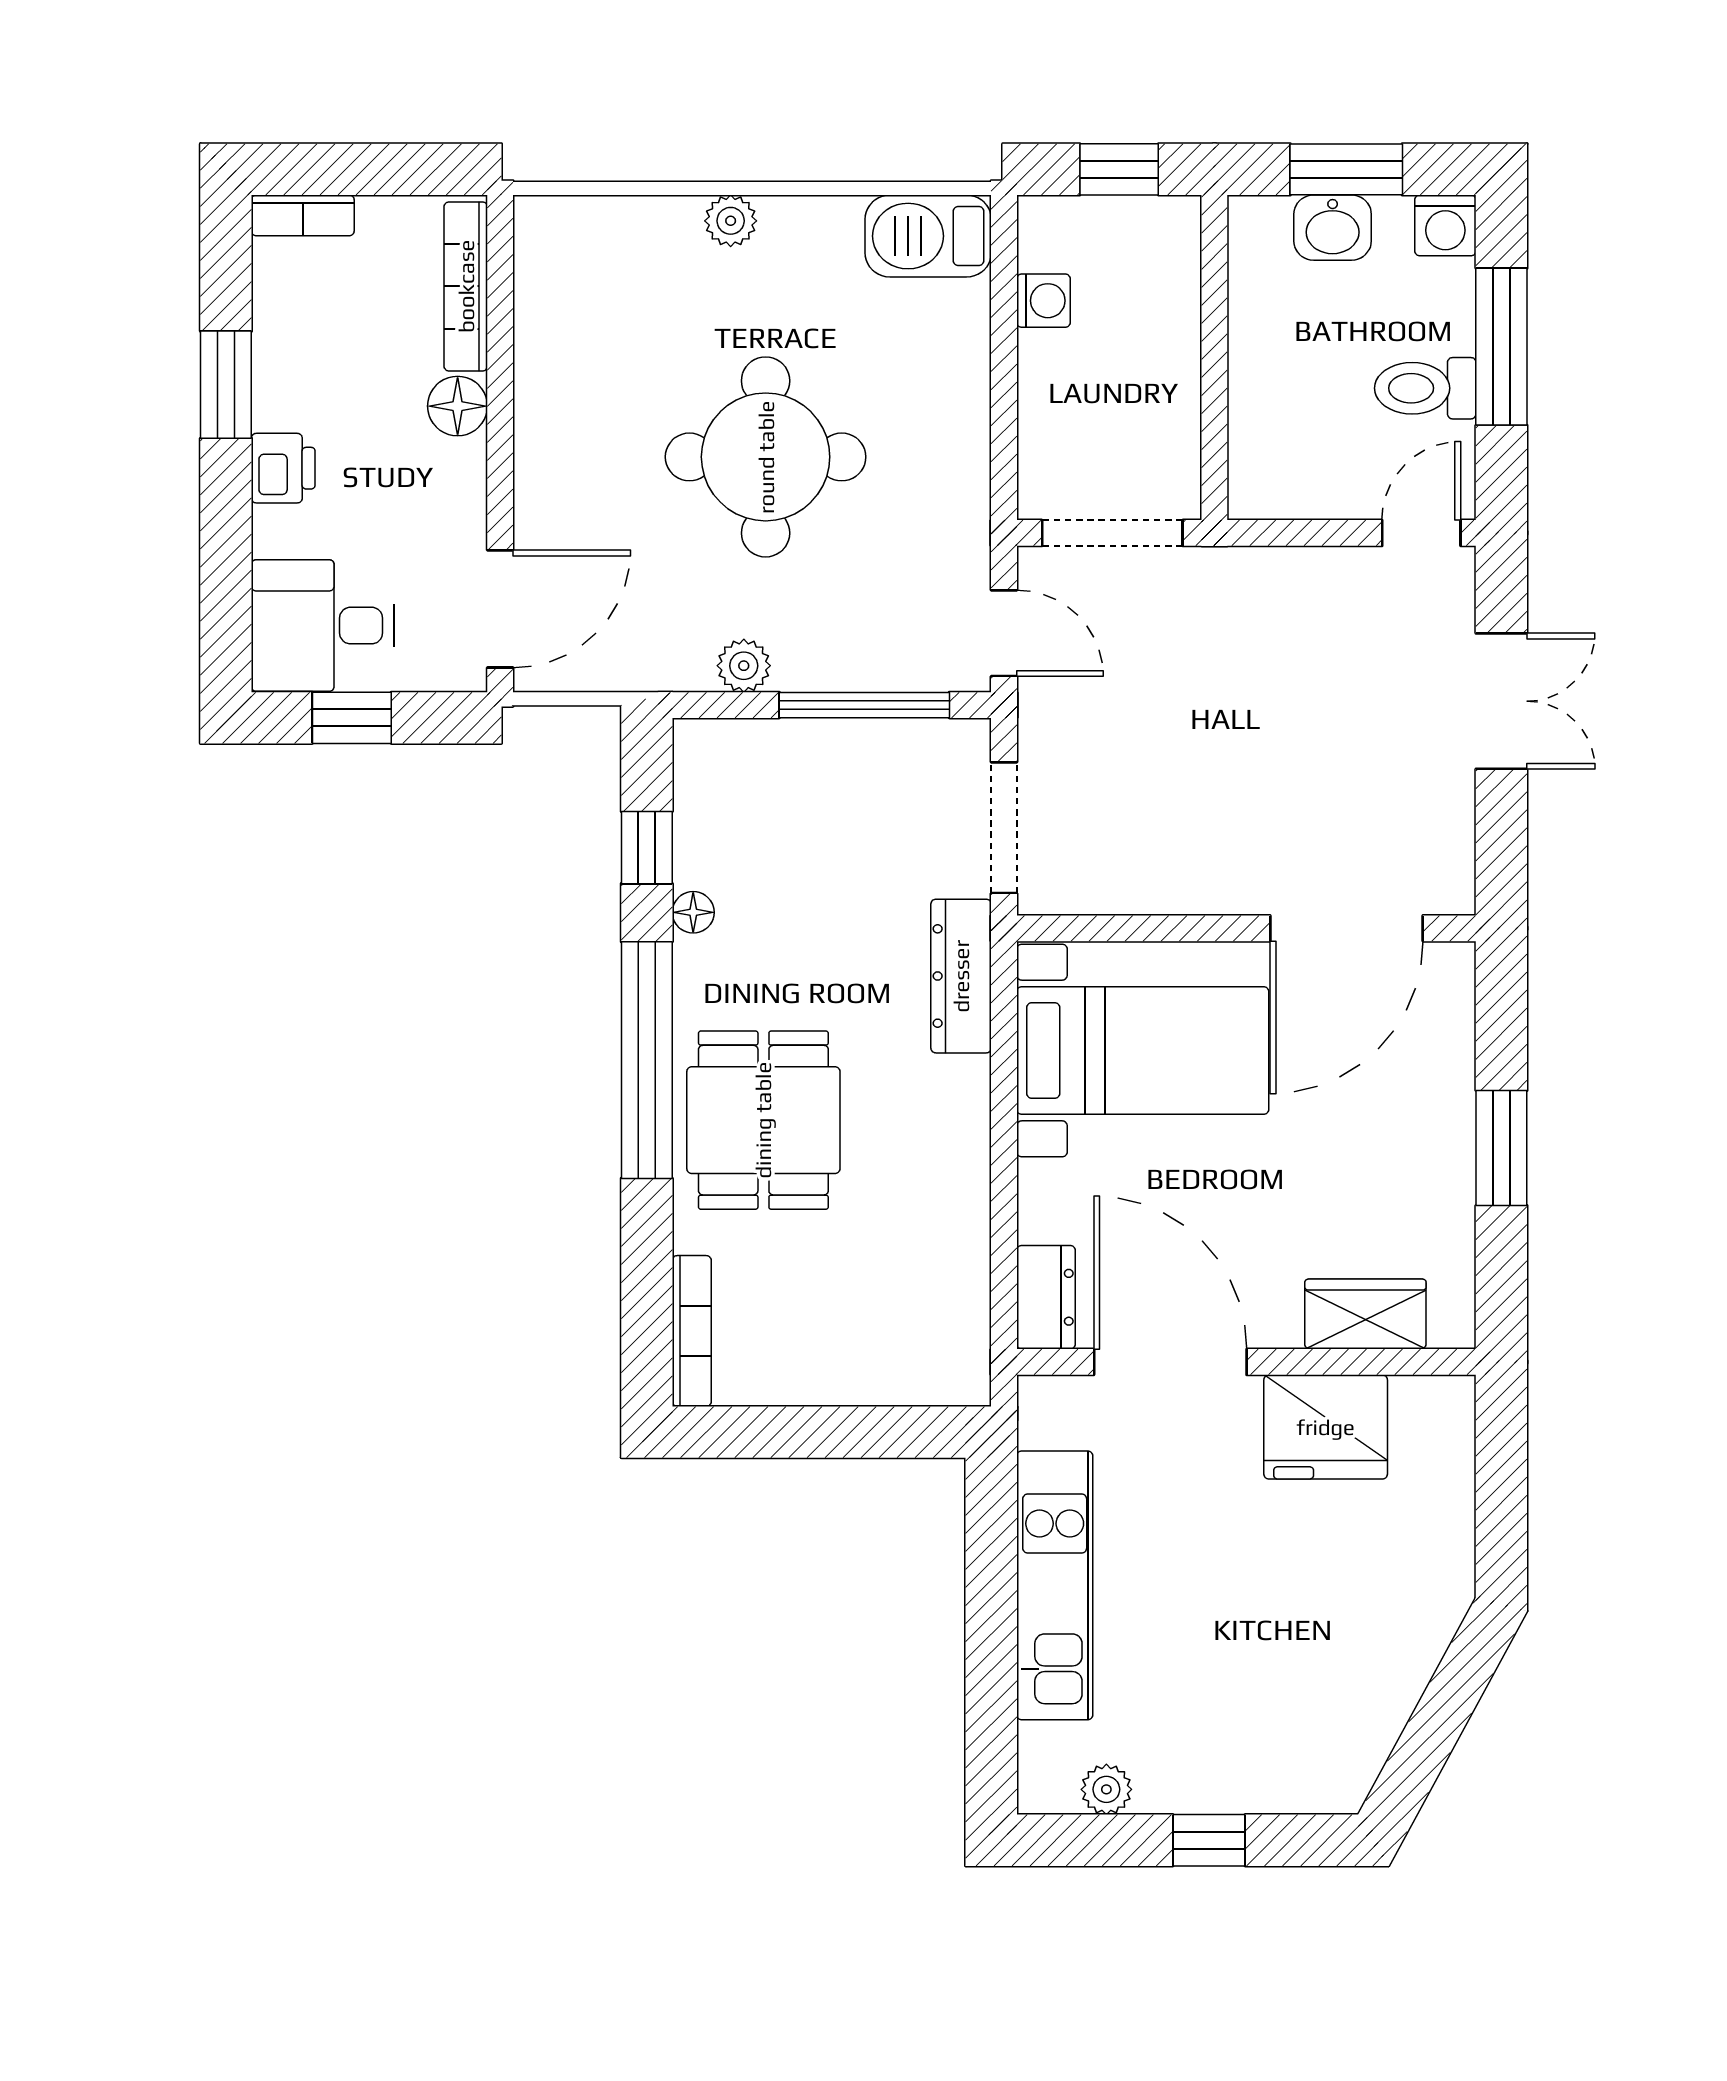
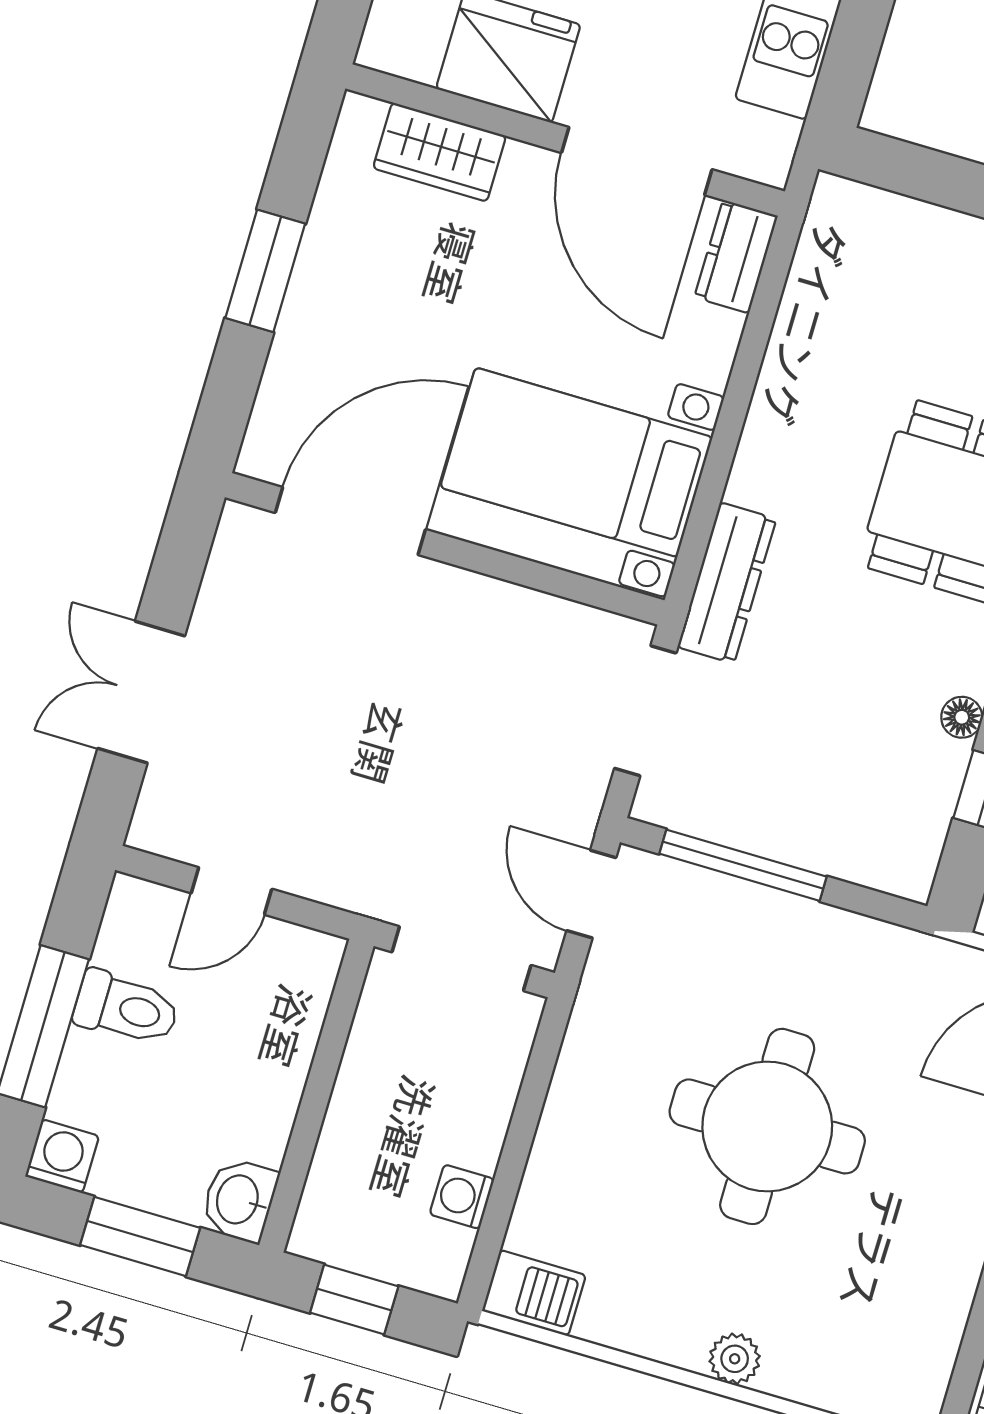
washbasin: (1333, 228) -> (239, 1200), moved, turned -90
barbecue: (928, 236) -> (534, 1293), width x0.73, depth x0.79
door: (1421, 533) -> (232, 891), moved
plant: (744, 666) -> (846, 936), removed

